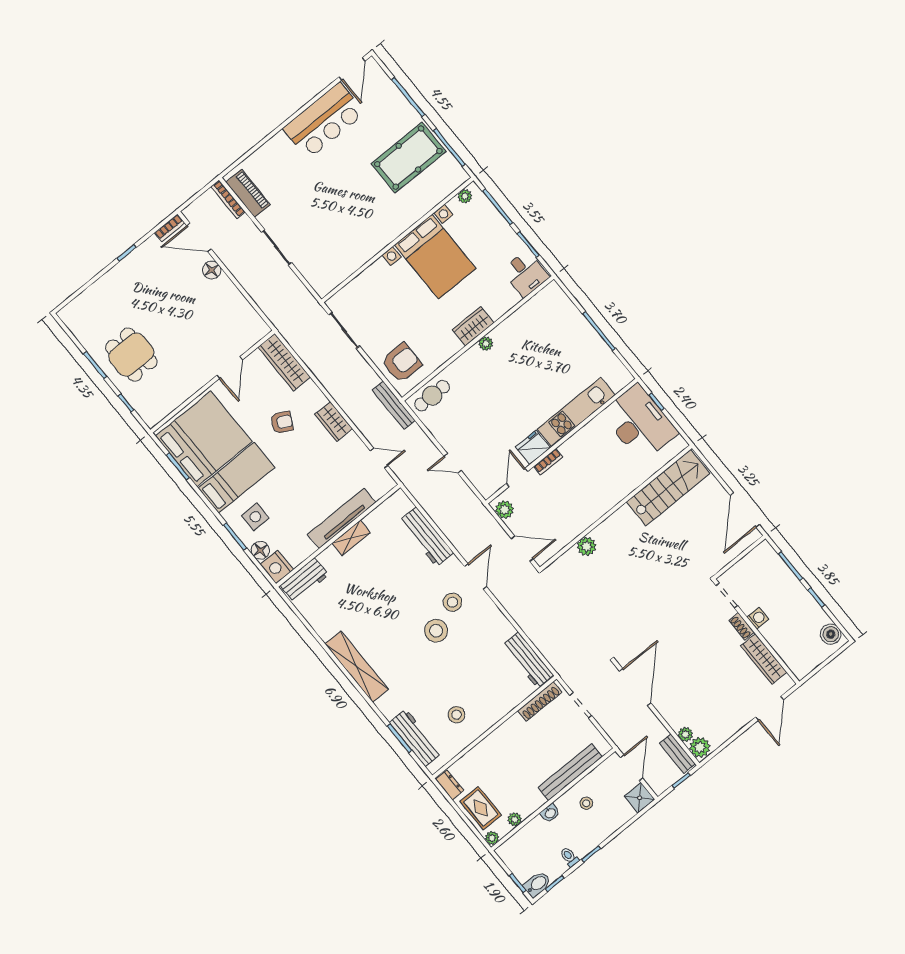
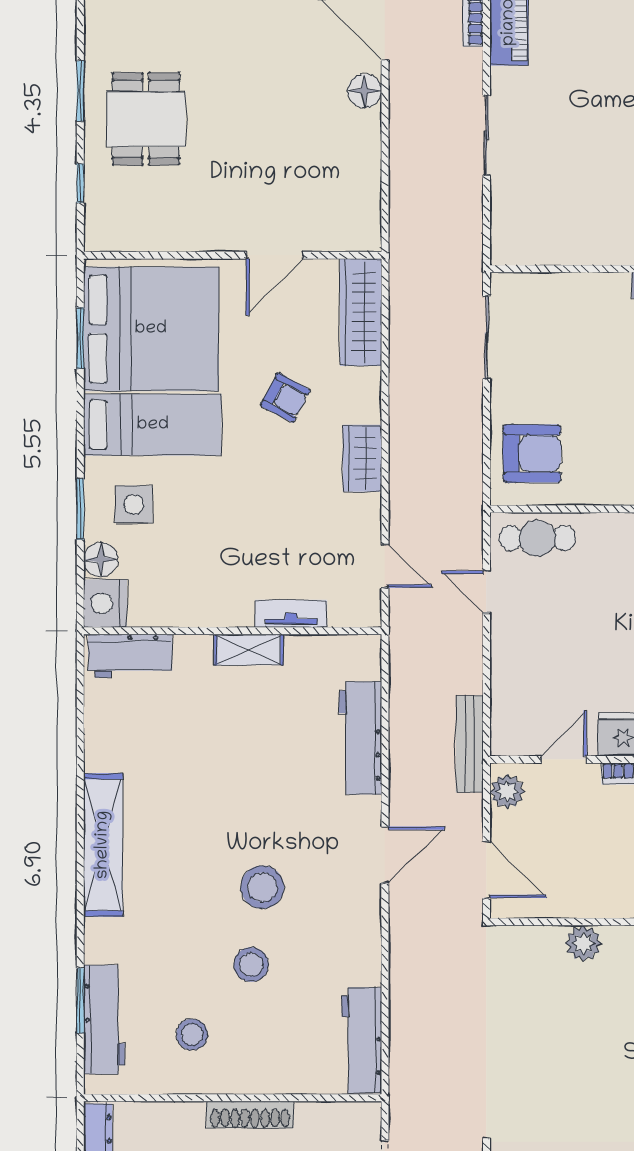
bench: (394, 405) -> (469, 744), moved
door: (453, 463) -> (486, 592), moved
tv unit: (342, 518) -> (291, 614), width x0.52, depth x0.78
stool: (452, 602) -> (251, 965), moved
shoe rack: (540, 701) -> (250, 1115), moved

